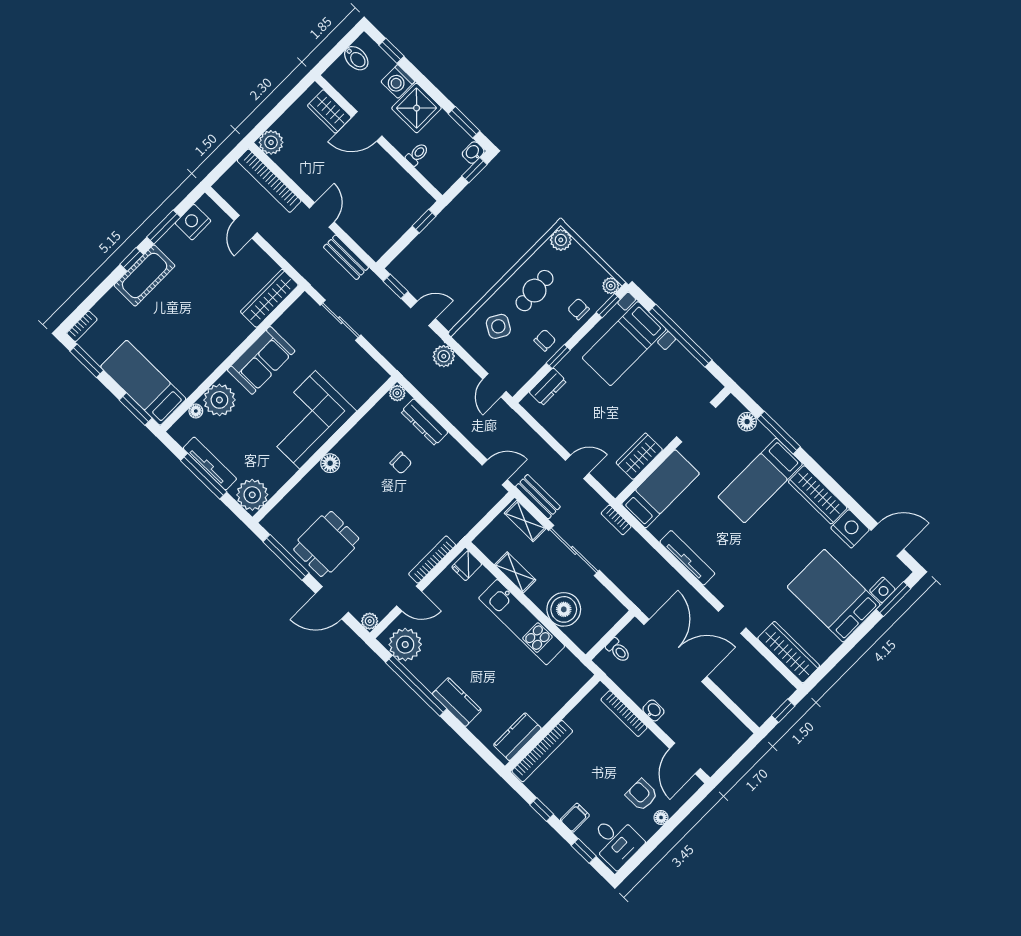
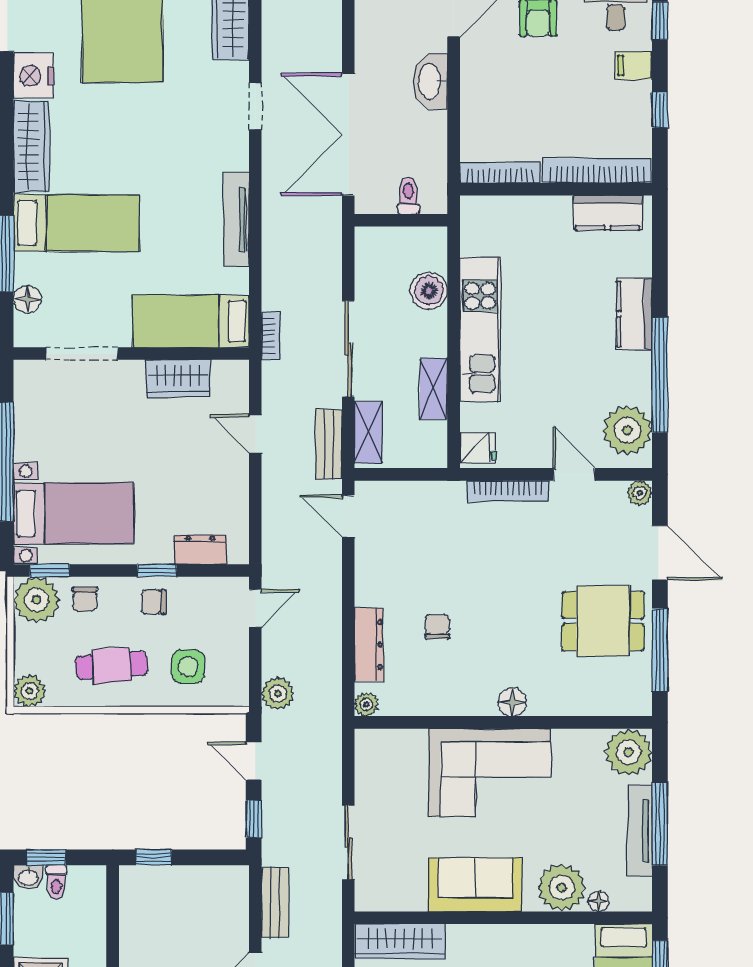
toilet: (417, 154) -> (56, 882), moved, turned -90
plant: (611, 286) -> (36, 600), width x1.88, depth x1.88
side table: (498, 326) -> (188, 667), turned -31
boiler: (564, 609) -> (429, 291), width x0.73, depth x0.73
washbasin: (653, 710) -> (430, 81), width x1.91, depth x1.45
bookcase: (624, 714) -> (500, 173), moved, turned -90

